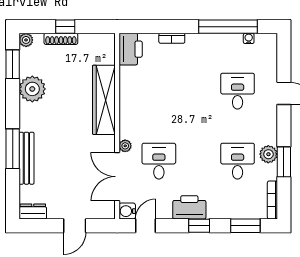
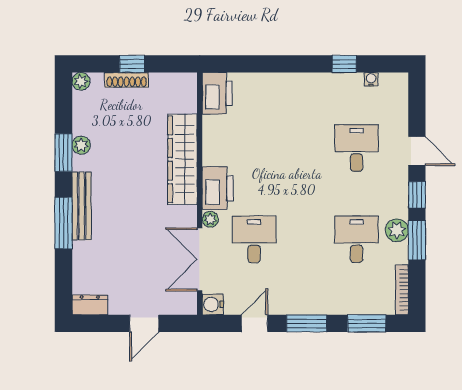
window: (228, 27) -> (344, 64), width x0.32
bookcase: (172, 38) -> (271, 79), removed
window: (13, 64) -> (64, 153), moved
plant: (32, 89) -> (81, 145), width x0.53, depth x0.53
window: (284, 127) -> (417, 195), added
bench: (26, 158) -> (82, 206), moved
printer: (189, 207) -> (218, 188), moved, turned 90
door: (146, 226) -> (254, 323), moved
window: (199, 226) -> (307, 323), width x1.50

